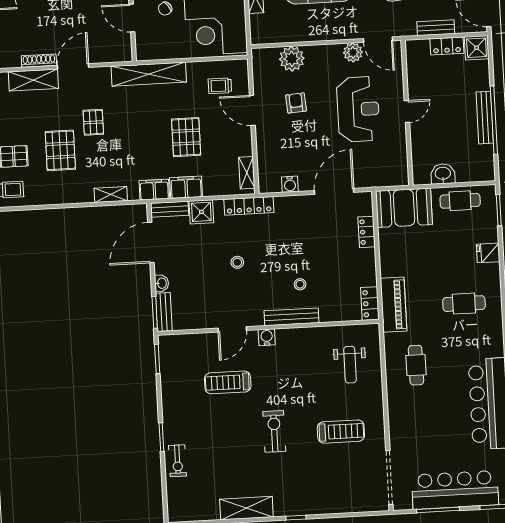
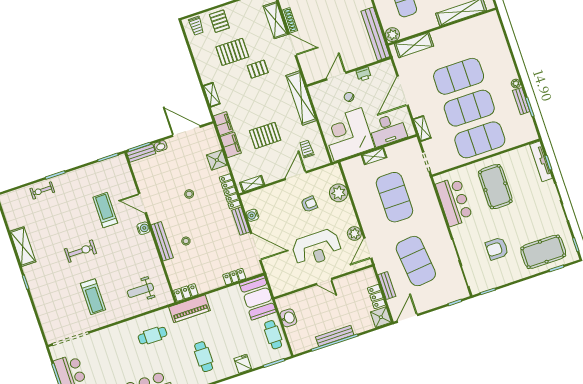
bench: (170, 209) -> (241, 221), moved

